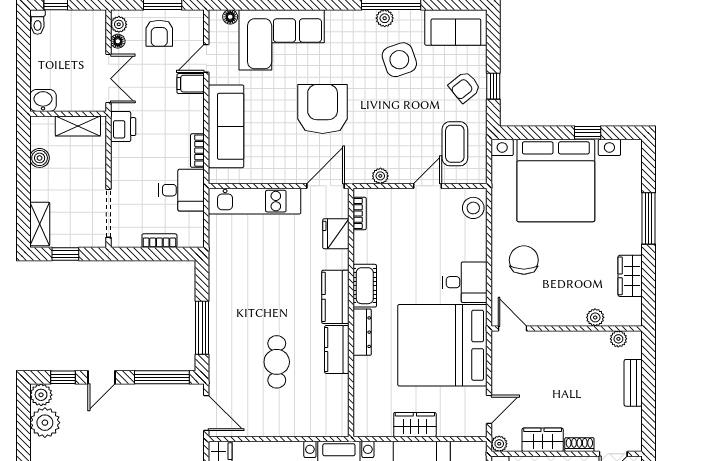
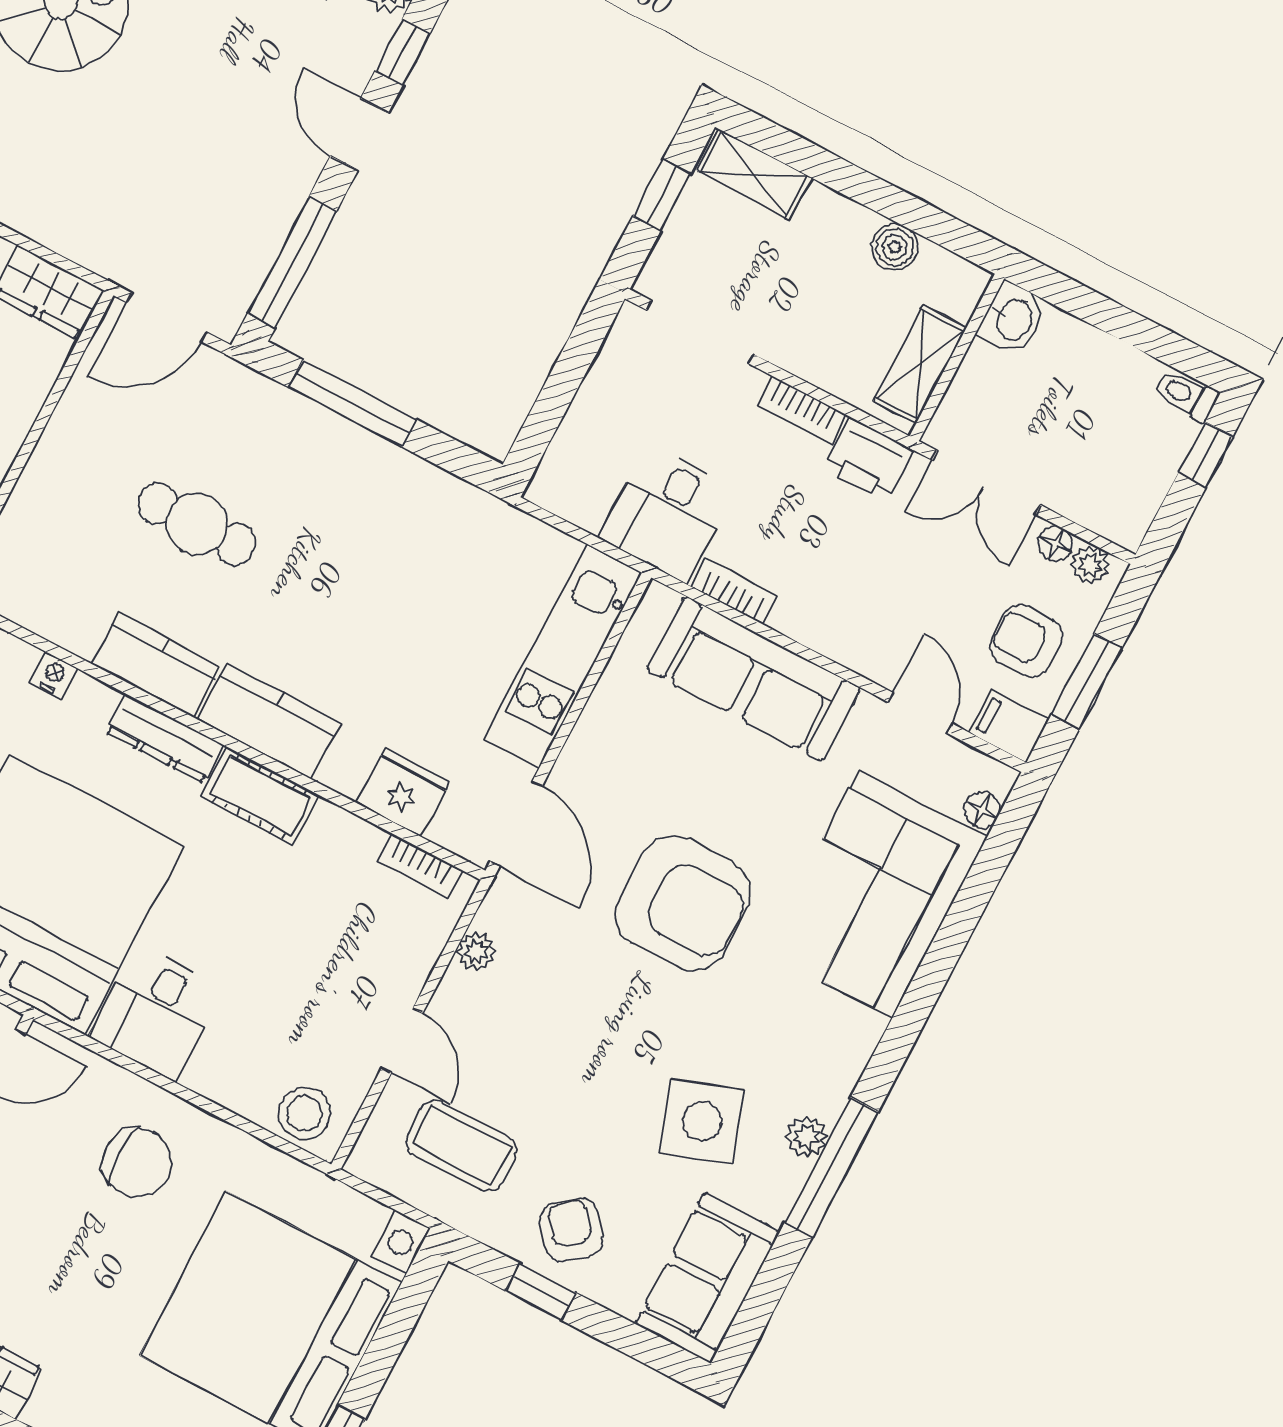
filing cabinet: (191, 84) -> (1009, 726), moved, turned -90
bookcase: (159, 241) -> (802, 410), moved, turned 90
nightstand: (360, 385) -> (54, 675), added

